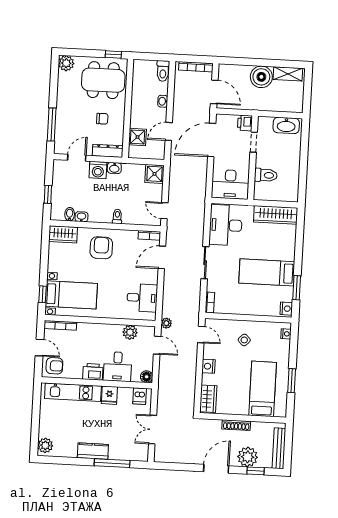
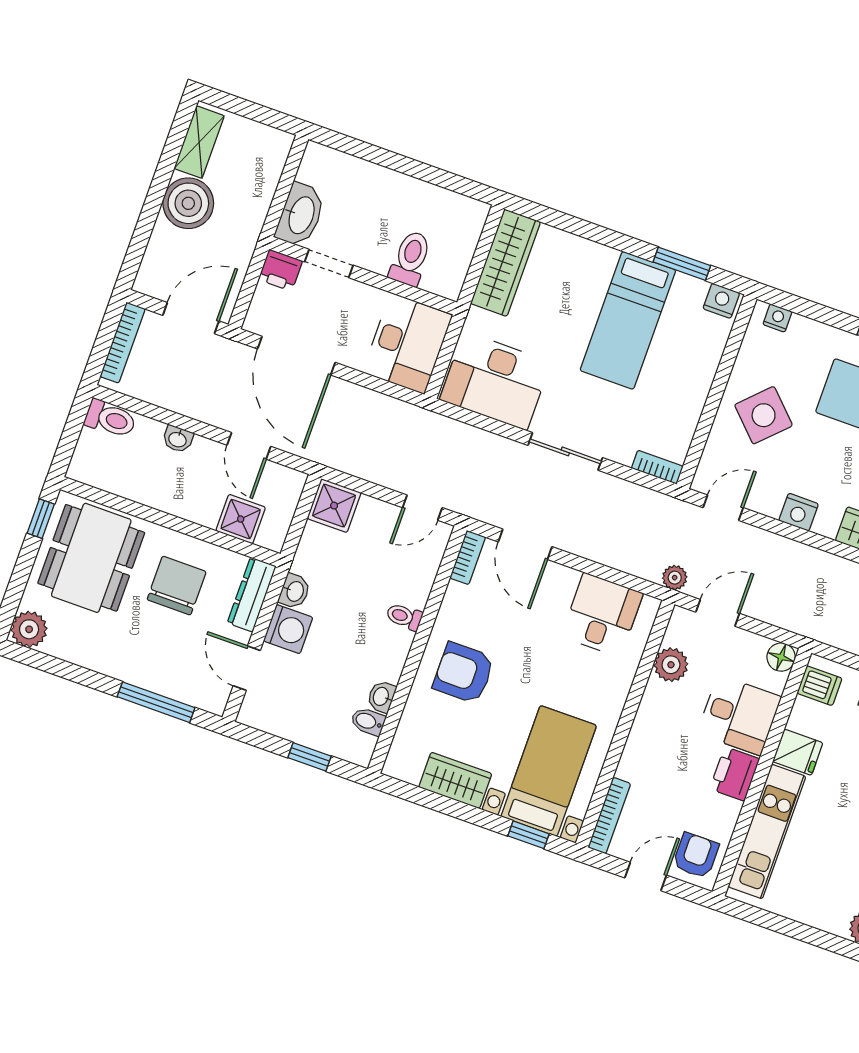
chair: (102, 119) -> (177, 586), width x1.87, depth x1.87
washbasin: (286, 125) -> (301, 215), moved
wardrobe: (63, 234) -> (455, 780), moved, turned -90
side table: (244, 340) -> (764, 415), width x1.87, depth x1.87

